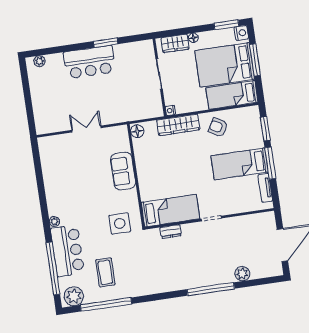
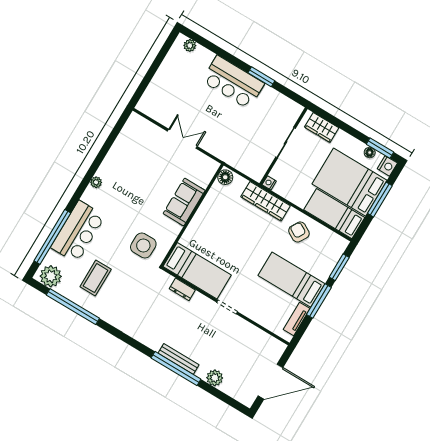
floor lamp: (193, 38) -> (370, 152), moved
plant: (54, 222) -> (96, 182), moved
bench: (207, 281) -> (179, 359), added

